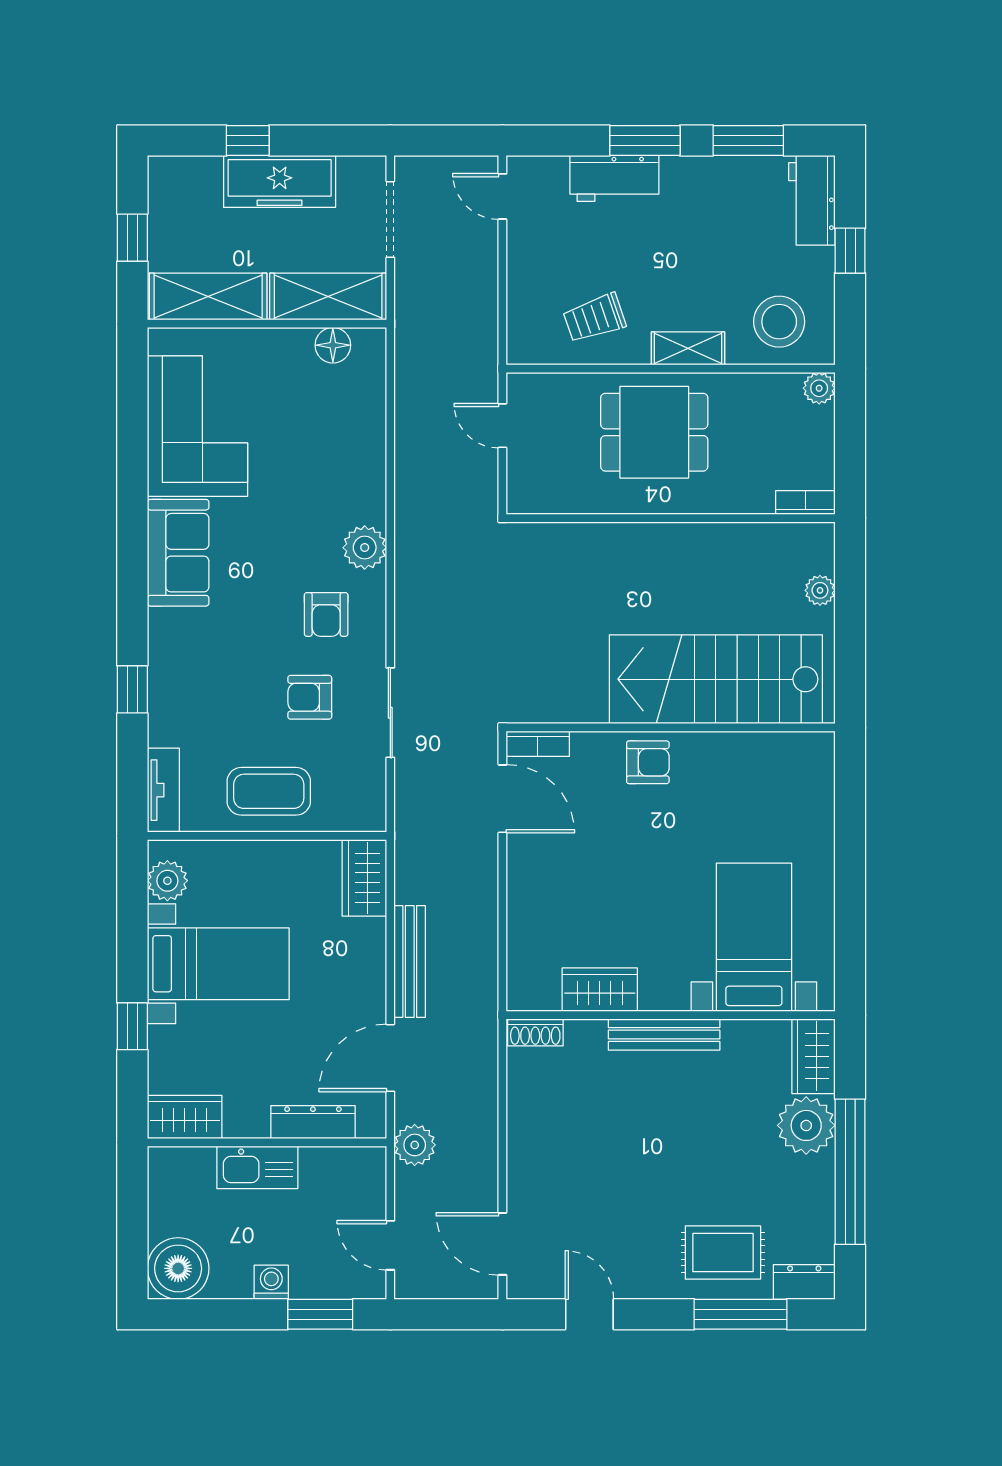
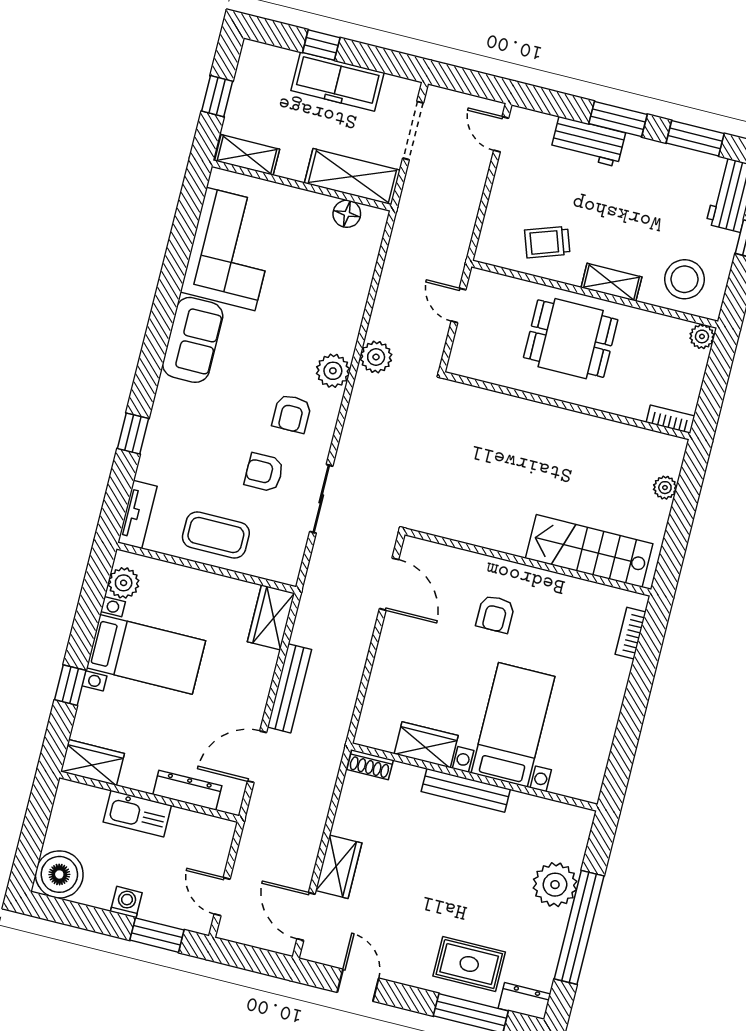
shelving: (208, 296) -> (247, 155), width x0.67, depth x0.75
stairs: (716, 679) -> (589, 551), width x0.73, depth x0.66
bookcase: (538, 744) -> (631, 633), moved, turned 90
armchair: (648, 762) -> (495, 614), moved, turned 90
bed with nightstands: (754, 937) -> (513, 725), moved
wardrobe: (813, 1056) -> (339, 867), moved, turned 180
plant: (415, 1145) -> (376, 357), moved

